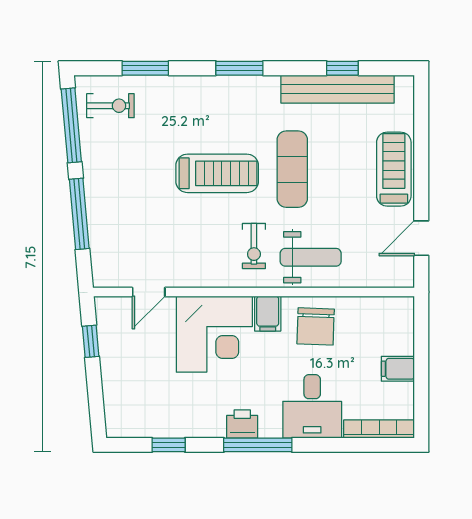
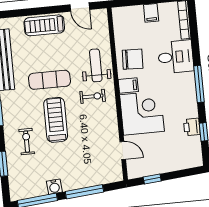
exercise bike: (110, 106) -> (27, 142), moved
water cooler: (94, 159) -> (54, 187), added
printer: (242, 424) -> (192, 127), moved

